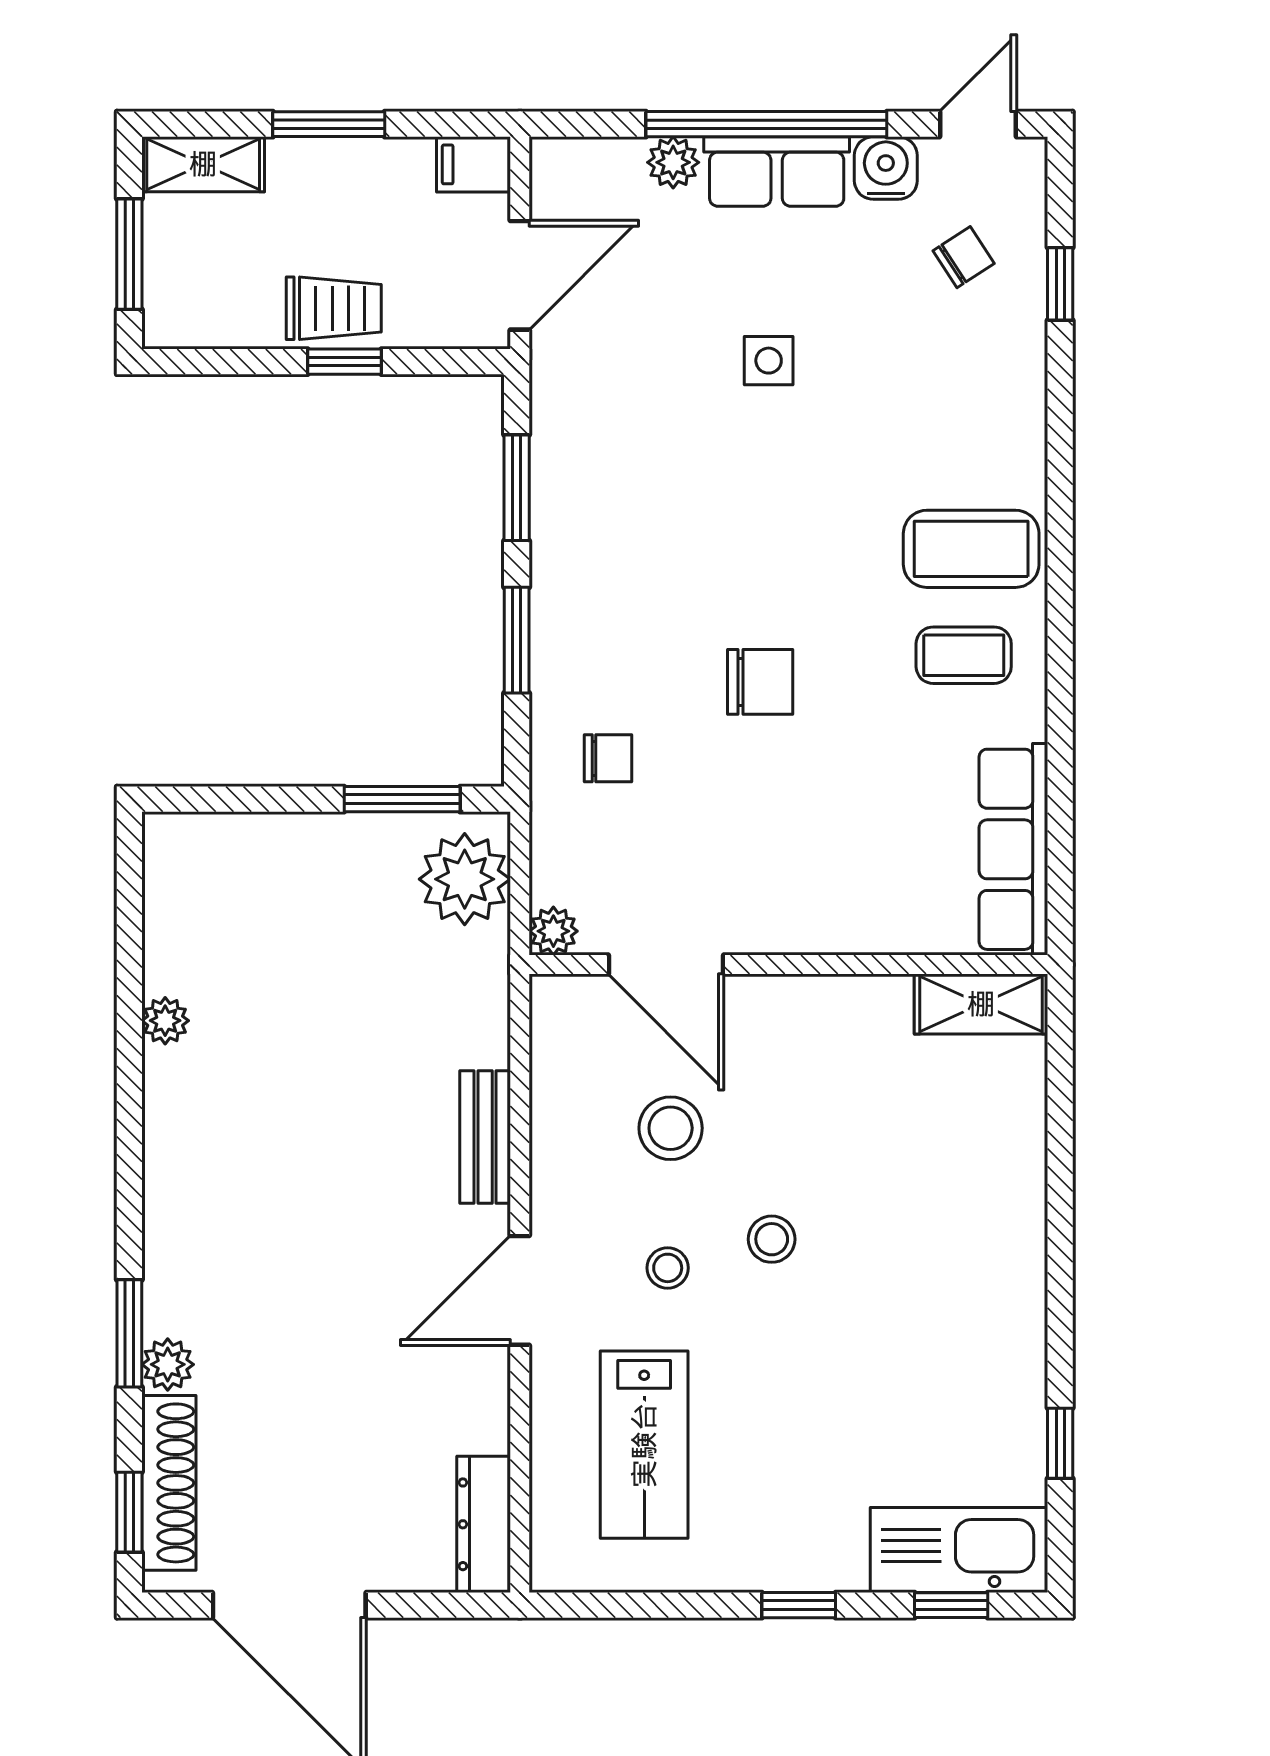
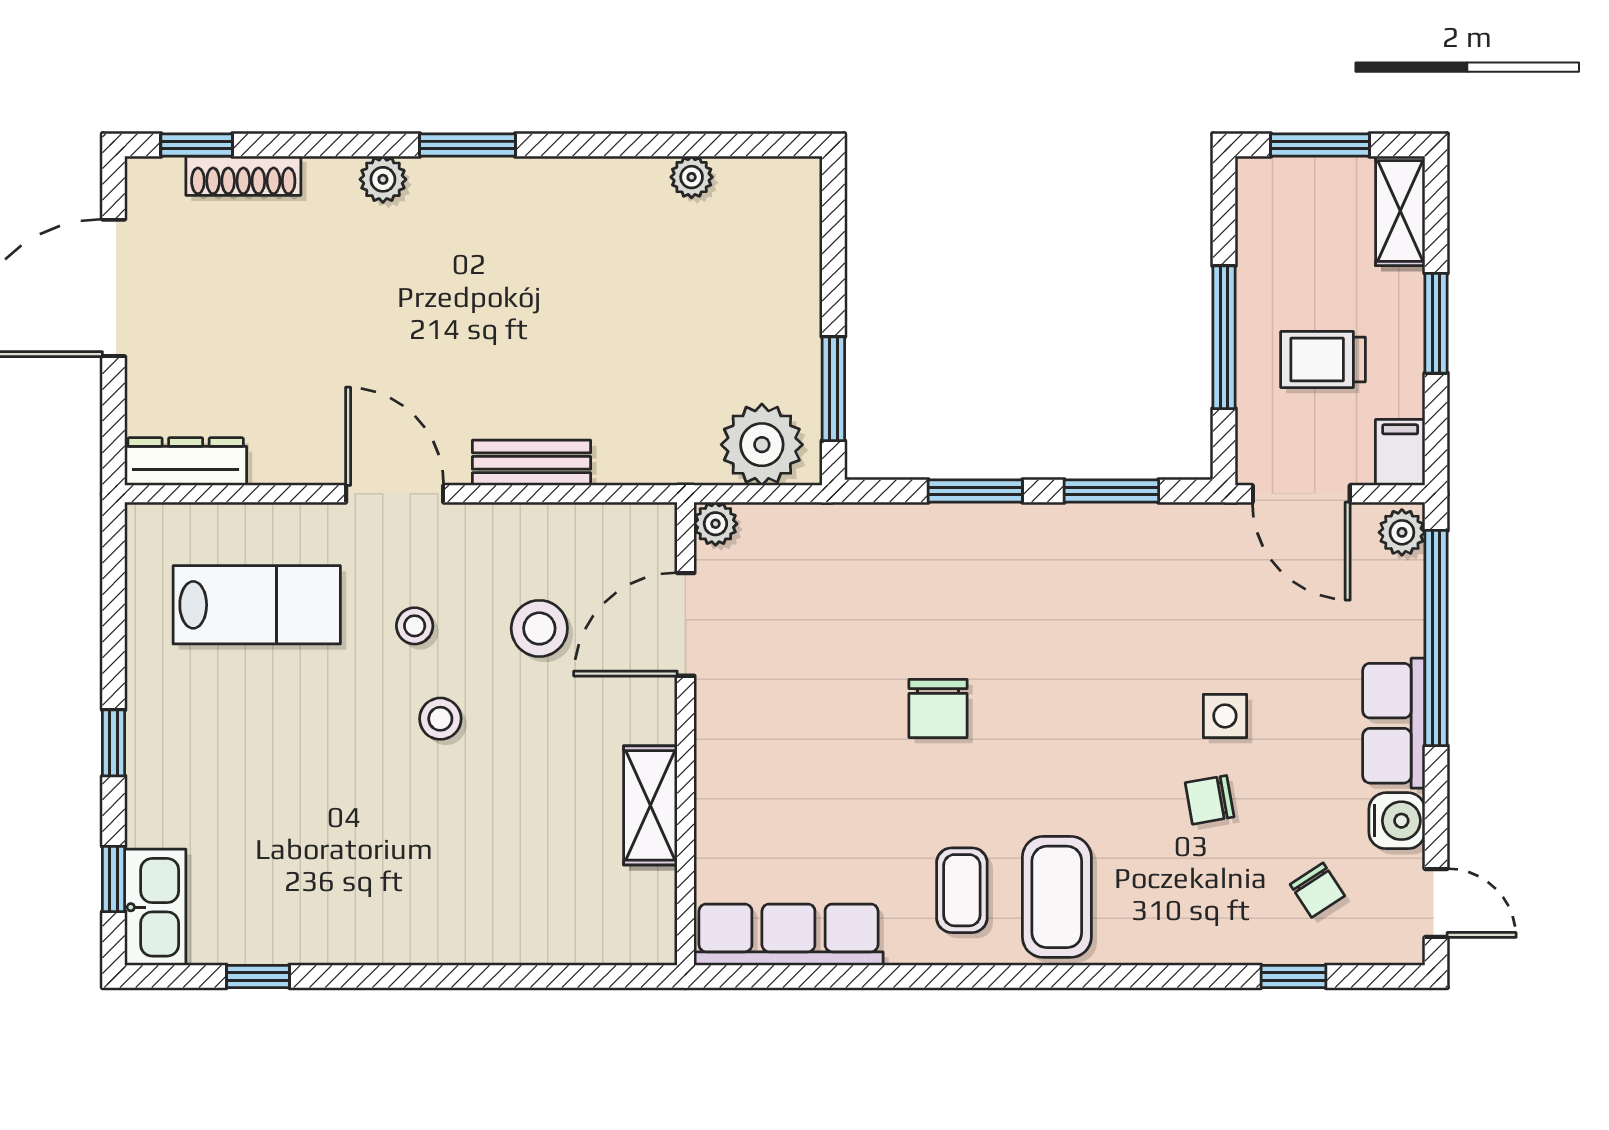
window: (766, 124) -> (1436, 638), moved
plant: (673, 162) -> (1402, 532), moved
trolley: (334, 308) -> (1323, 360), moved, turned 90
window: (344, 362) -> (1224, 337), width x2.17
chair: (608, 758) -> (1210, 800), moved, turned 80
shelving: (981, 1004) -> (650, 805), moved
plant: (165, 1021) -> (692, 177), moved
window: (129, 1333) -> (468, 145), moved
plant: (168, 1364) -> (383, 179), moved
lab bench: (644, 1445) -> (257, 605), turned 180
shoe rack: (169, 1483) -> (243, 176), width x0.74, depth x0.81
kitchen sink: (959, 1550) -> (155, 907), width x0.73, depth x0.81

